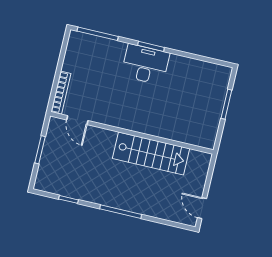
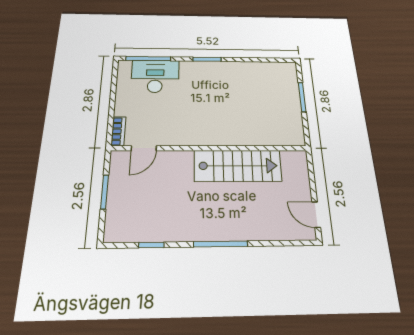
desk: (145, 64) -> (155, 76), moved
bookcase: (61, 93) -> (118, 131), width x0.64
door: (77, 120) -> (144, 148), hinge flipped

